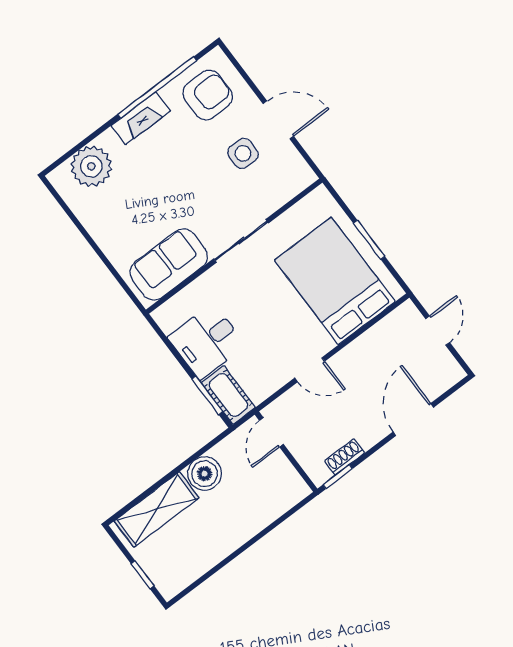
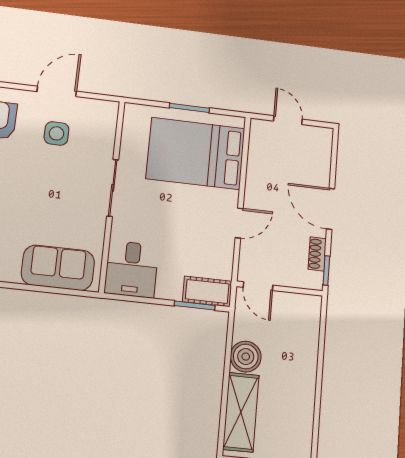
sofa: (169, 264) -> (58, 268), moved, turned 90
desk: (207, 341) -> (131, 269), moved
door: (413, 420) -> (330, 209), moved

